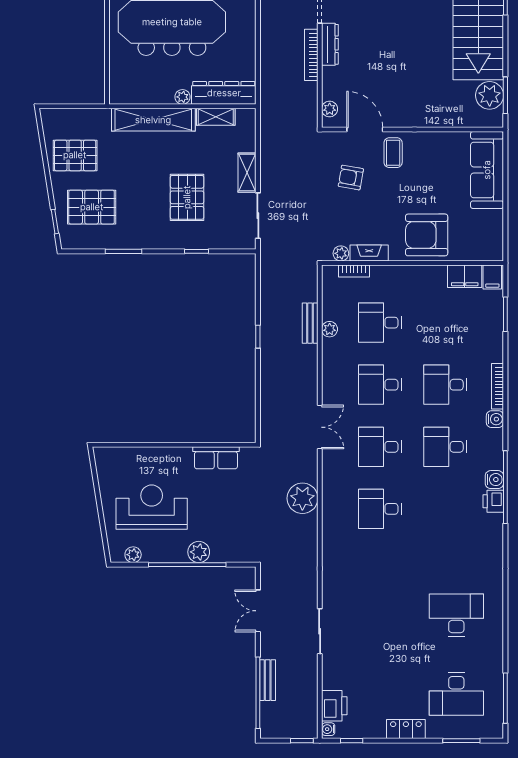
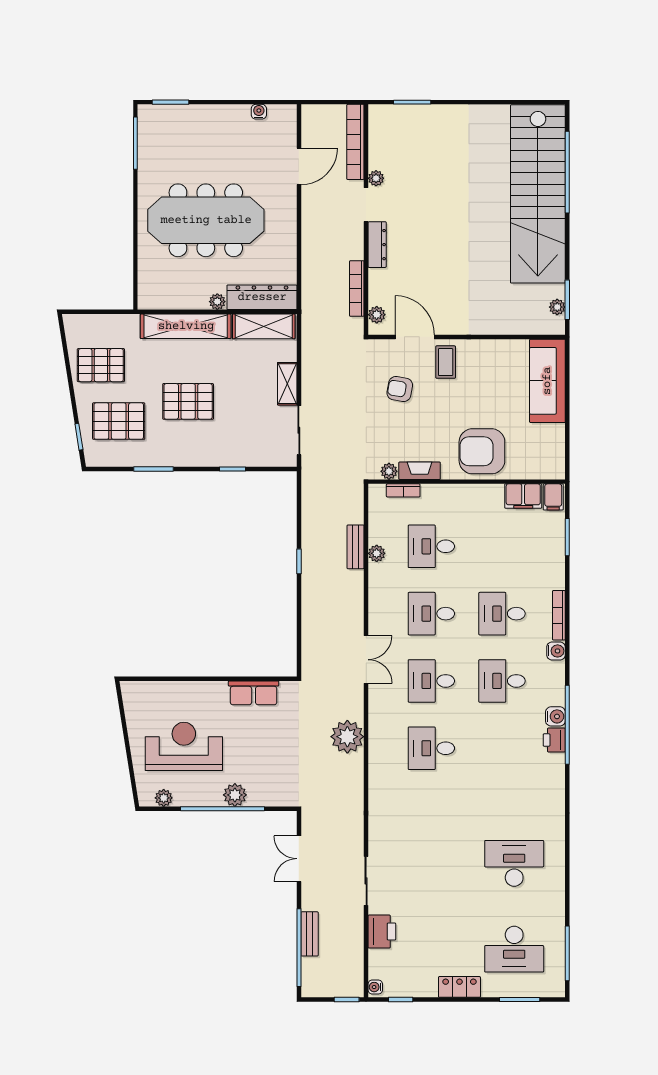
bookcase: (311, 55) -> (357, 288), moved
plant: (490, 95) -> (557, 307), width x0.53, depth x0.53
shelving: (216, 117) -> (264, 326), width x1.50, depth x1.33
pallet: (187, 197) -> (188, 401), moved, turned 90
printer: (334, 706) -> (382, 932), moved

